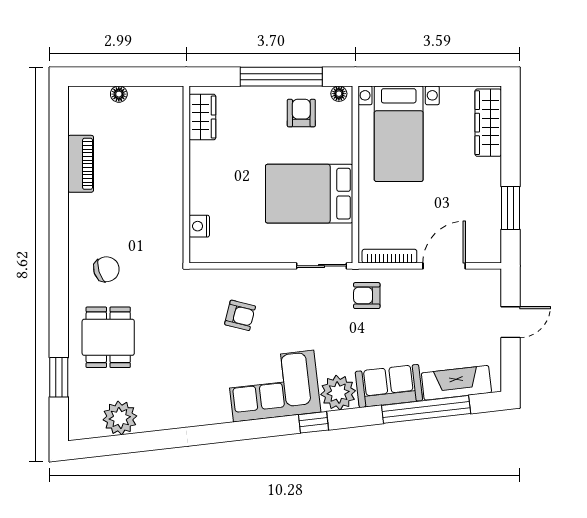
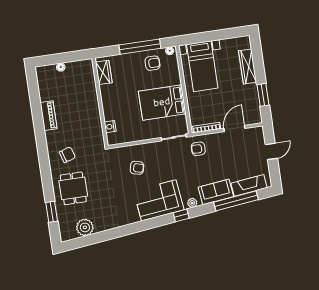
armchair: (301, 113) -> (152, 63), turned 90
wardrobe: (488, 123) -> (248, 66), moved
piano: (81, 164) -> (49, 116), moved
plant: (338, 393) -> (192, 203), width x0.53, depth x0.53

